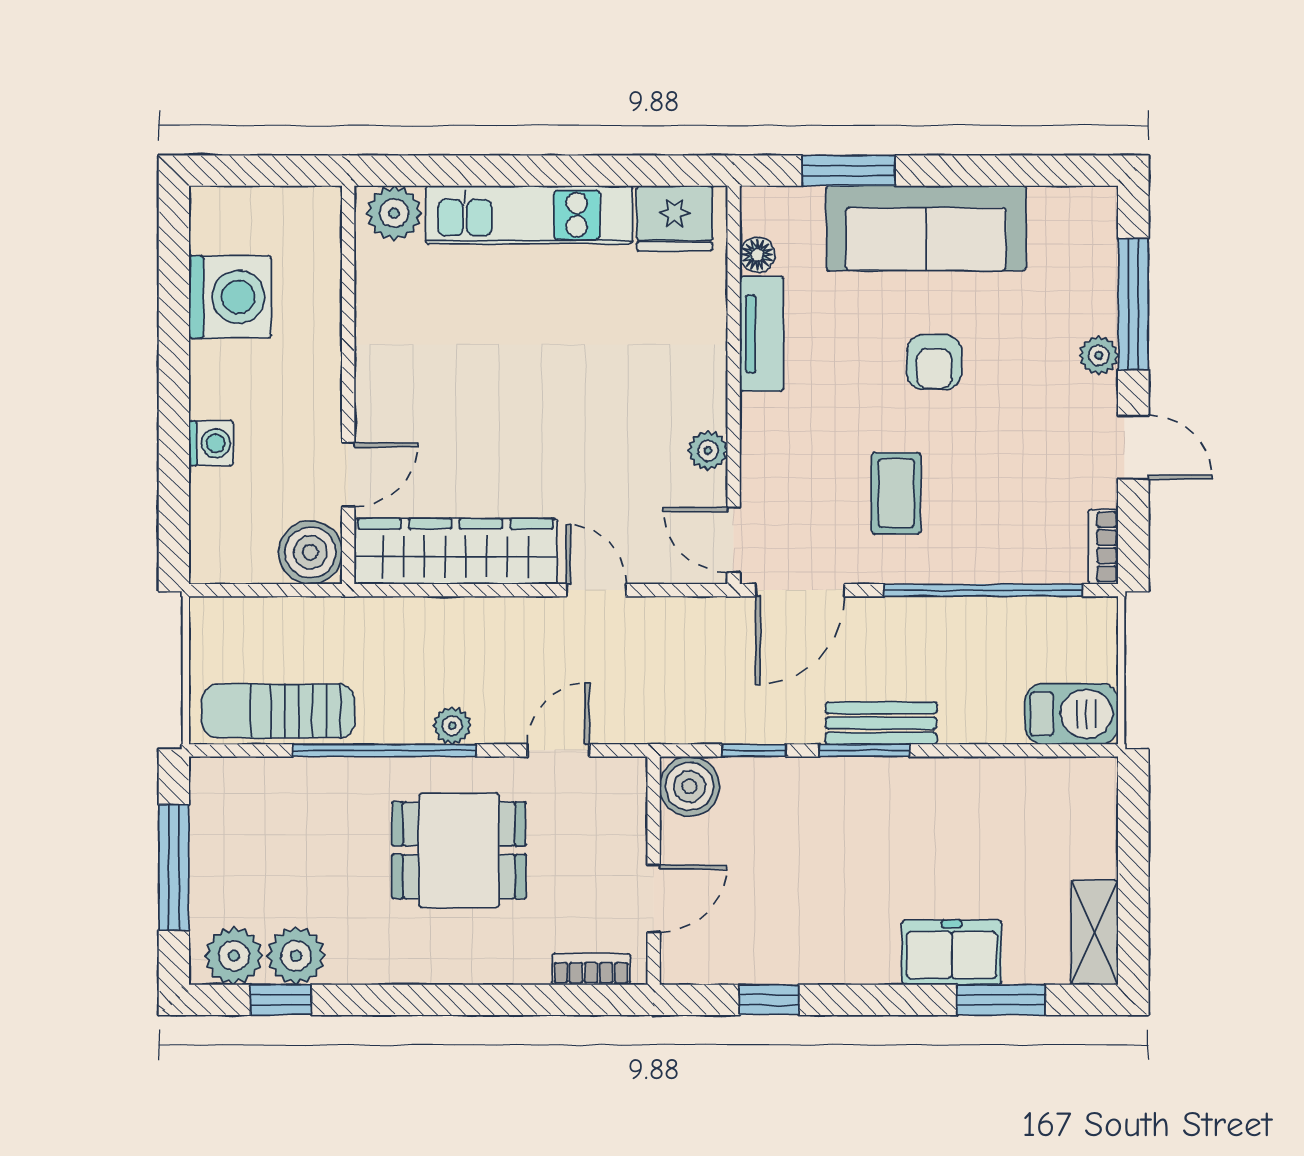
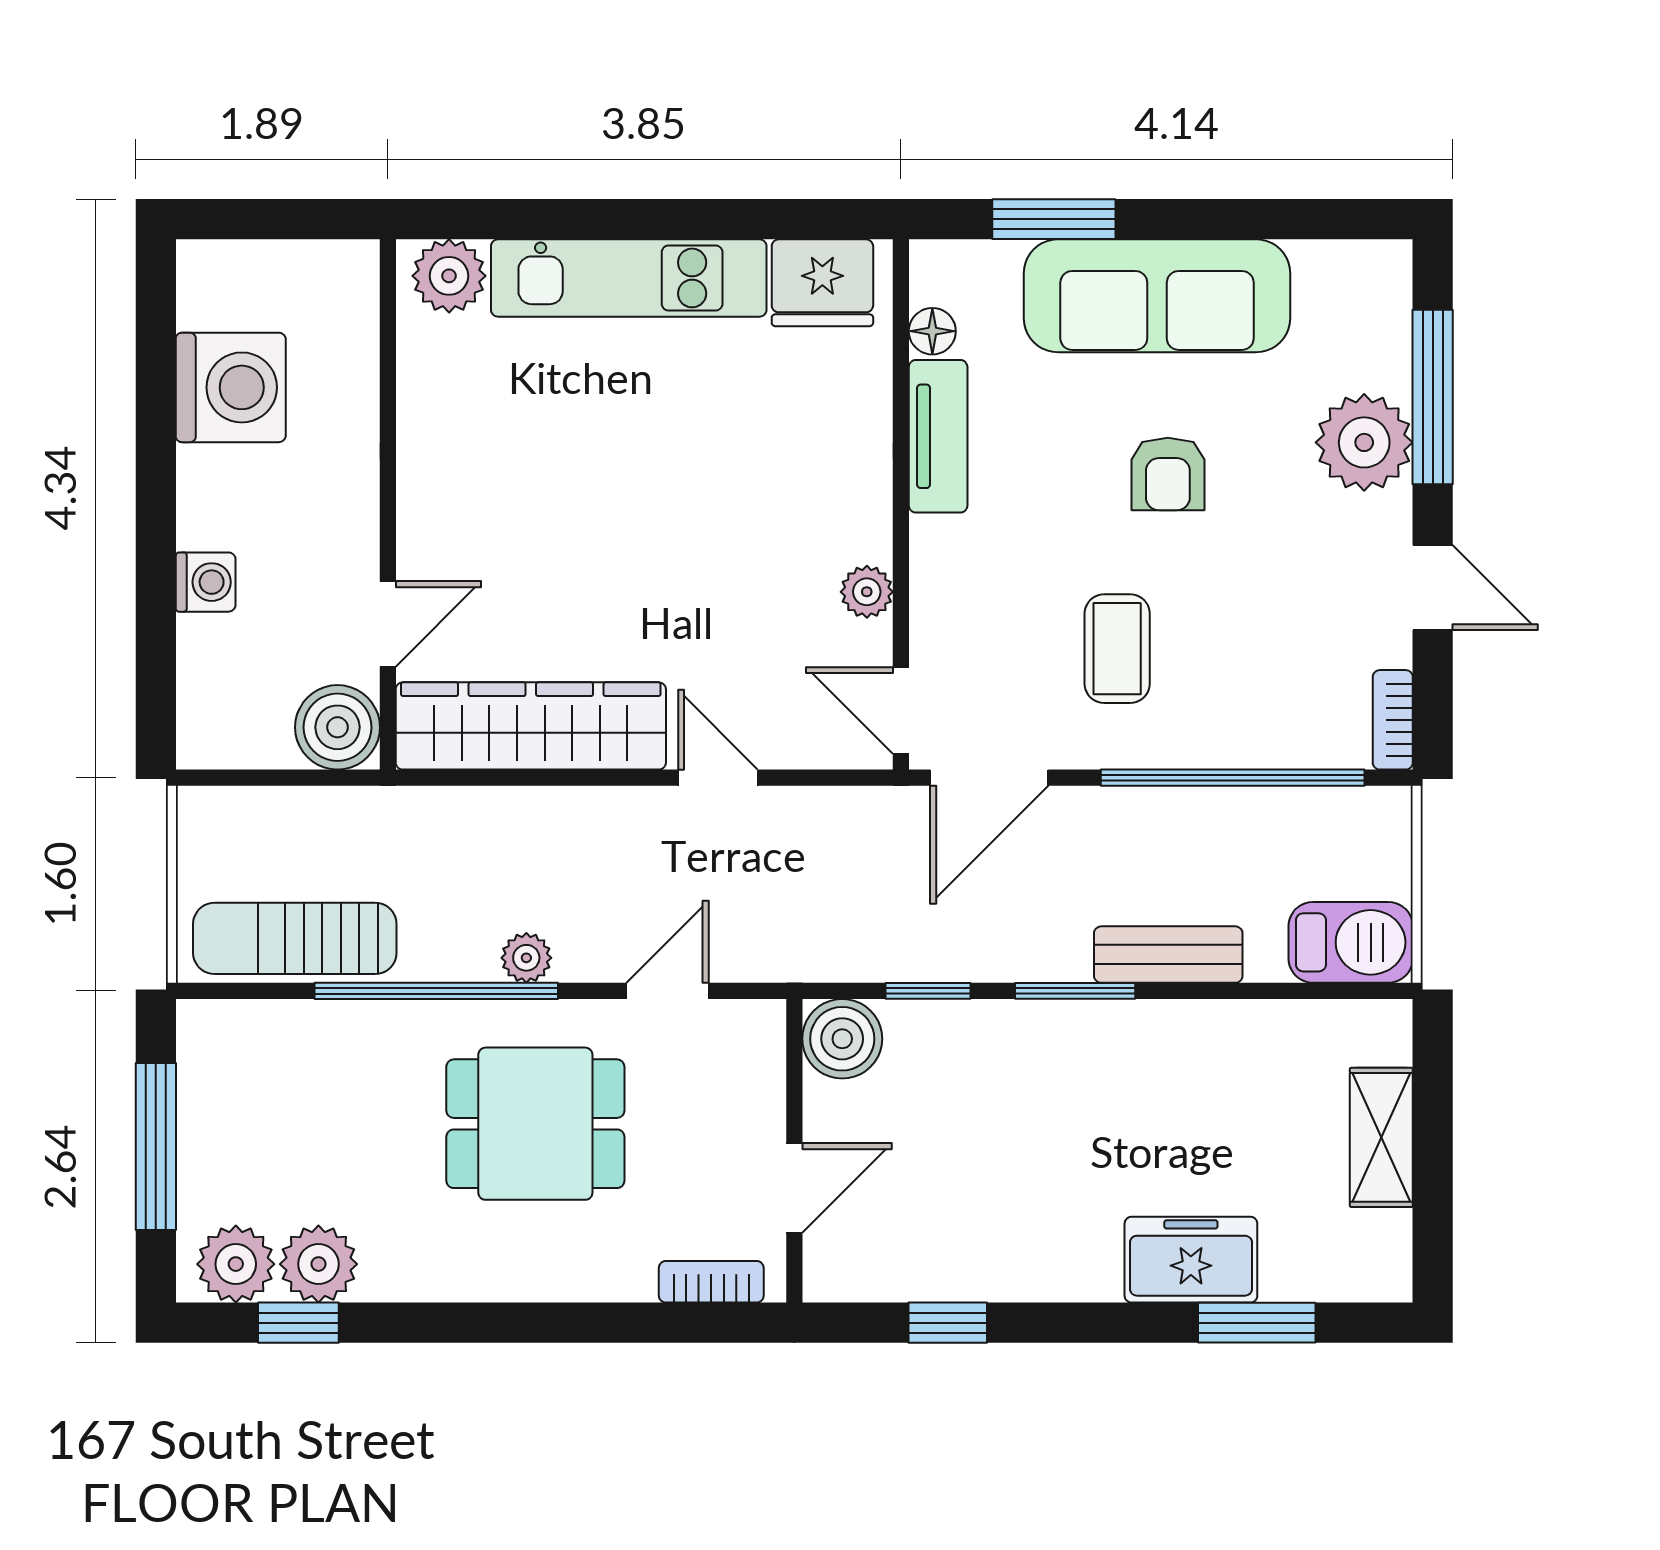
plant: (1099, 355) -> (1364, 442), width x1.88, depth x1.88
bench: (881, 723) -> (1168, 955), moved
shelving: (1095, 932) -> (1381, 1137), moved

